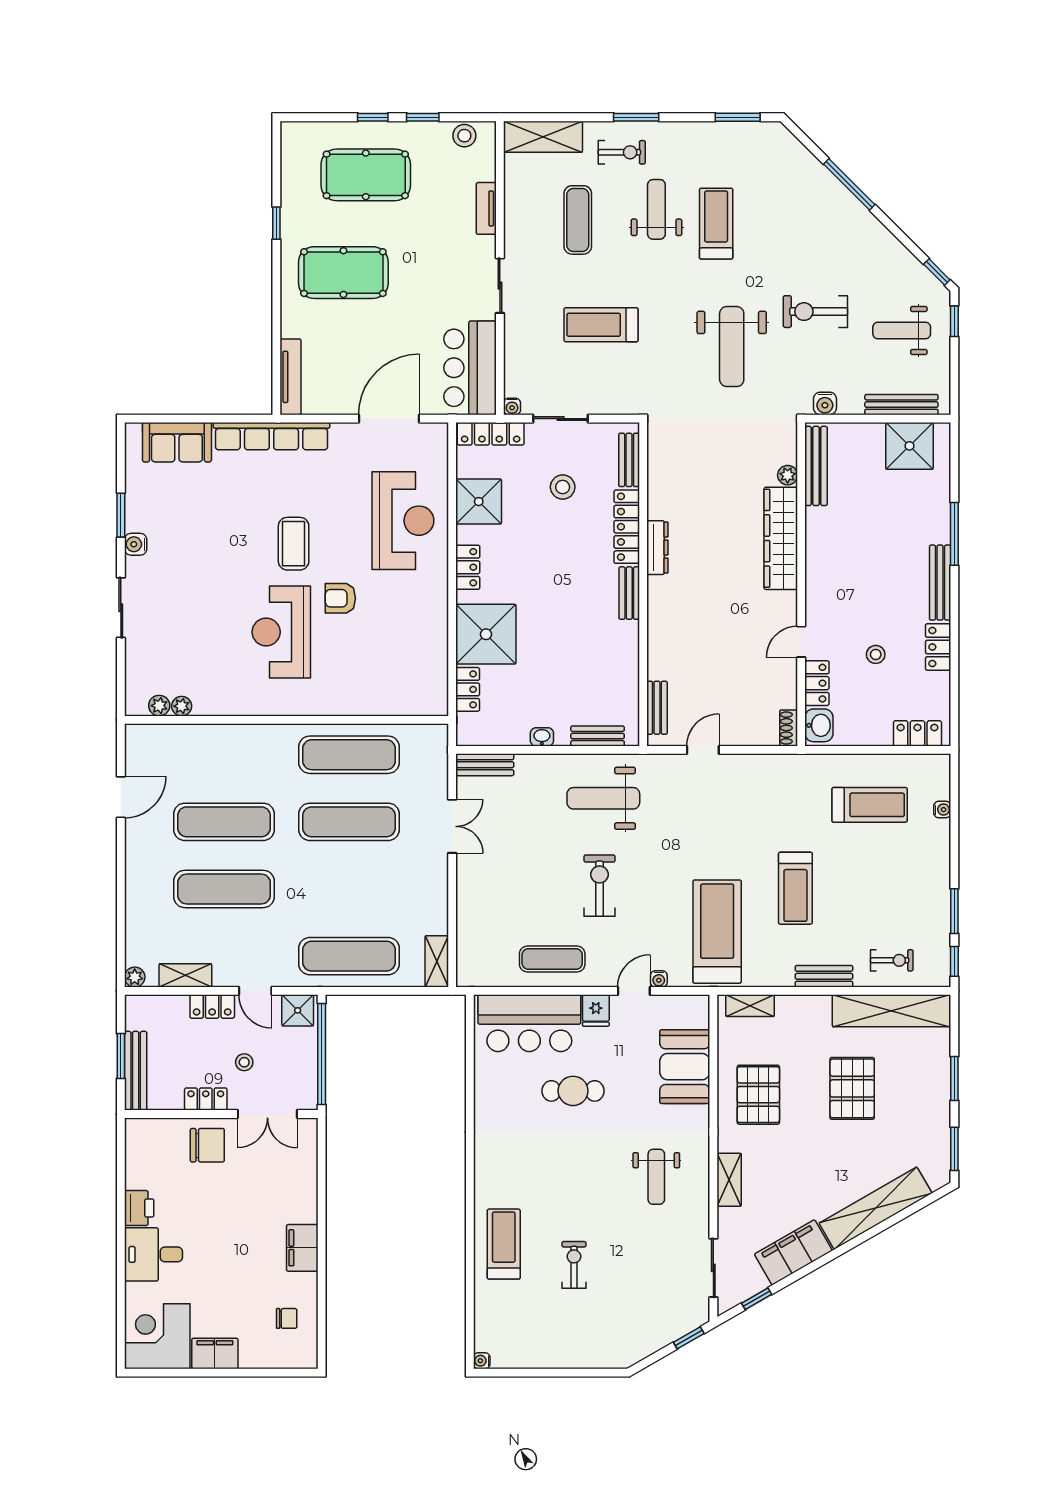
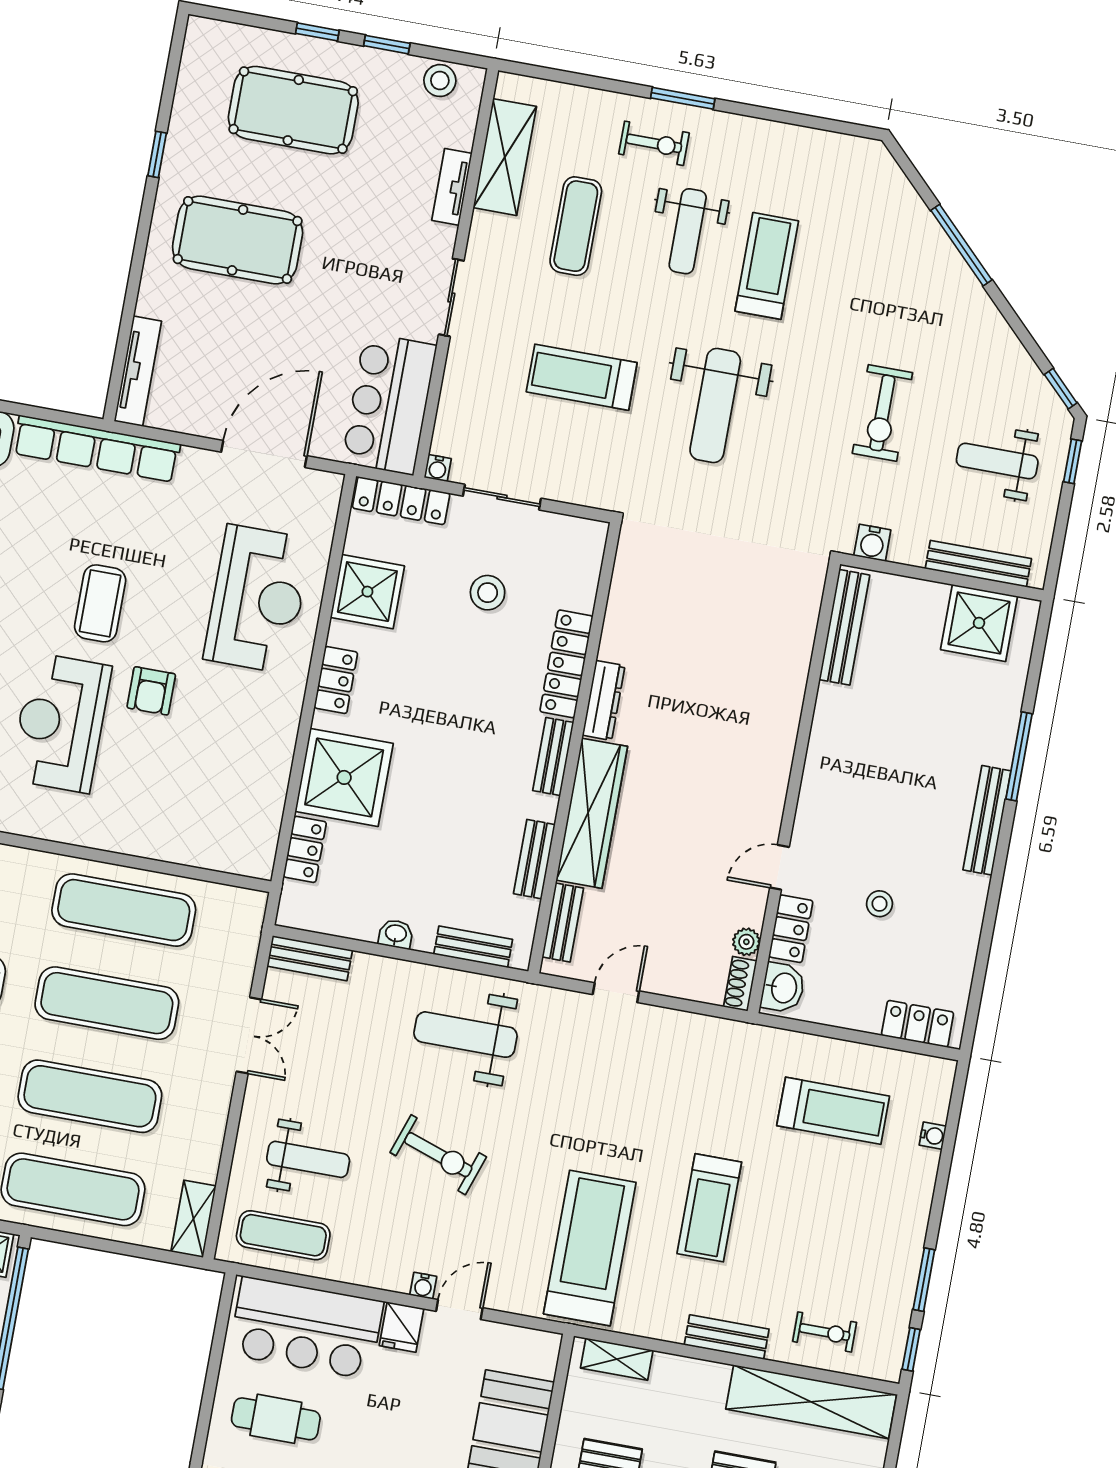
window: (738, 117) -> (823, 124), removed
shelving: (543, 137) -> (505, 157), moved, turned 90
weight bench: (656, 209) -> (688, 231), turned 180
exercise bike: (815, 312) -> (882, 413), turned -90
weight bench: (732, 347) -> (715, 406), moved
bench: (629, 460) -> (534, 859), moved
plant: (788, 475) -> (746, 942), moved
wardrobe: (781, 538) -> (592, 813), moved, turned 180
armchair: (340, 598) -> (151, 691), turned -90
locker: (938, 647) -> (968, 909), removed
exercise bike: (599, 886) -> (438, 1155), turned 109
exercise mat: (349, 889) -> (90, 1096), added
weight bench: (509, 905) -> (308, 1159), added
exercise mat: (552, 959) -> (283, 1235), moved
water cooler: (659, 979) -> (423, 1286), moved
cafe table: (573, 1091) -> (276, 1419), moved

